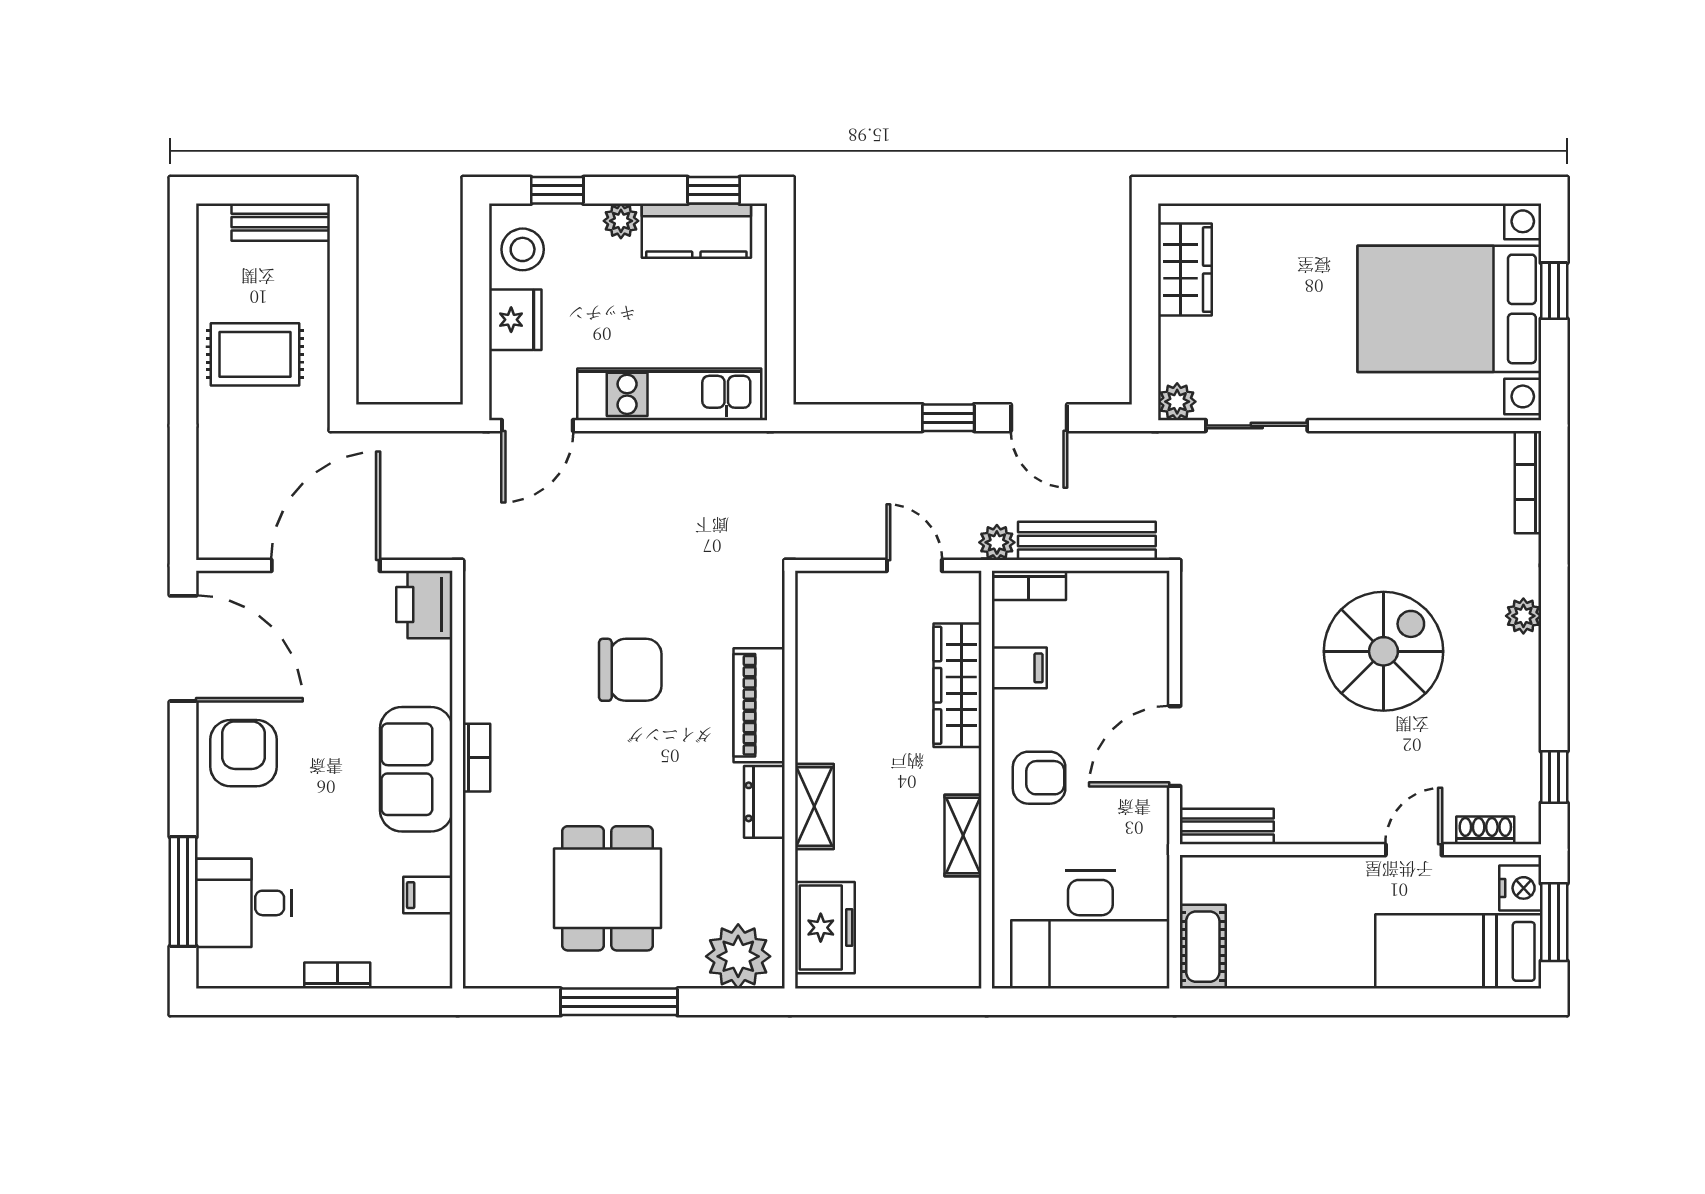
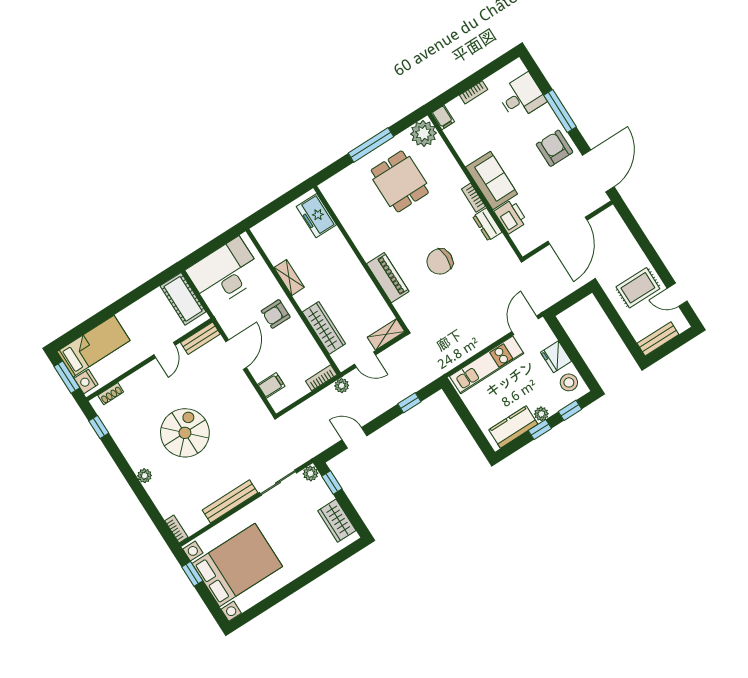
window: (714, 190) -> (540, 430), moved
door: (183, 288) -> (677, 295), added
window: (1554, 291) -> (192, 574), moved
window: (1145, 355) -> (332, 482), added
window: (948, 418) -> (409, 403), moved
bookcase: (1528, 482) -> (176, 529), width x0.64
bench: (1087, 541) -> (230, 501), moved
printer: (424, 605) -> (511, 217), moved
door: (183, 648) -> (598, 171), swing flipped
spiral stairs: (1383, 651) -> (185, 433), turned 180
filing cabinet: (1019, 668) -> (271, 385), moved, turned 180
armchair: (243, 753) -> (555, 148), turned 180
dresser: (764, 802) -> (487, 224), moved, turned 180
shelving: (814, 806) -> (386, 334), moved, turned 90
door: (1414, 850) -> (164, 350), moved
window: (183, 892) -> (560, 111), moved
filing cabinet: (428, 895) -> (443, 117), moved, turned 90
cot: (1203, 947) -> (183, 299), width x1.37, depth x1.34
plant: (738, 956) -> (423, 133), moved

